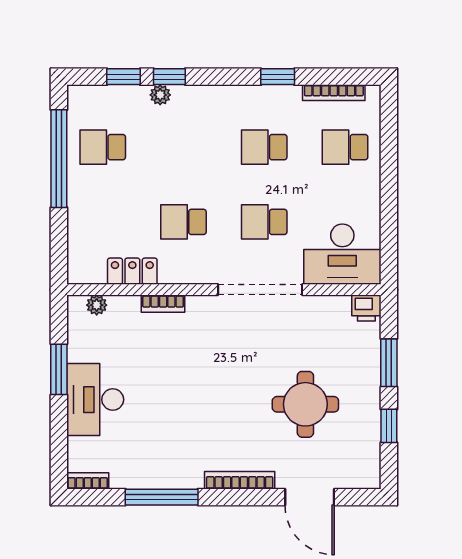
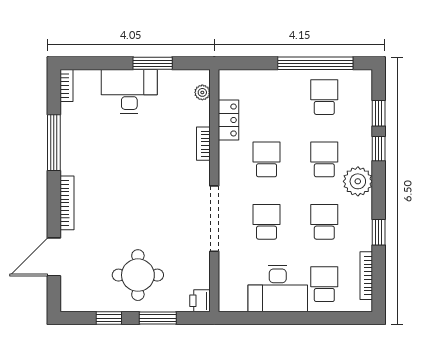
plant: (160, 95) -> (358, 181), moved, width x1.88, depth x1.88
school desk: (183, 147) -> (324, 159), added
desk: (342, 254) -> (278, 289), moved, turned -90
round table: (305, 404) -> (138, 275), moved

